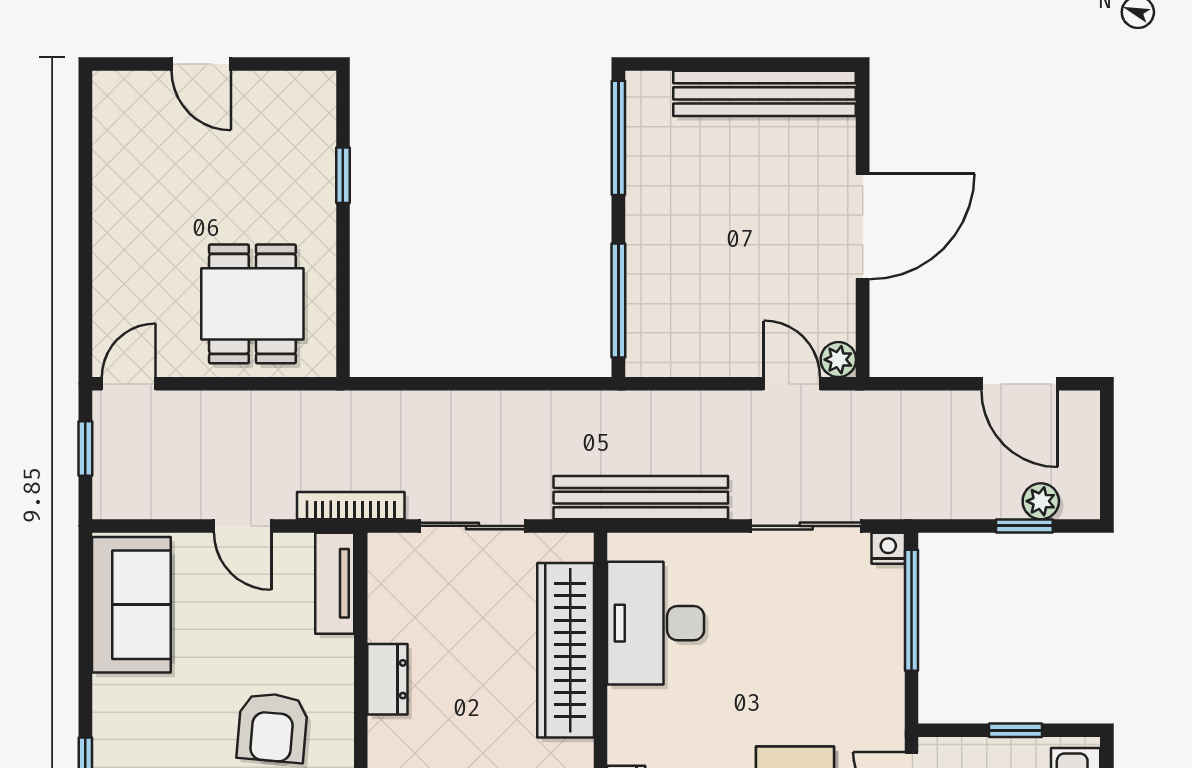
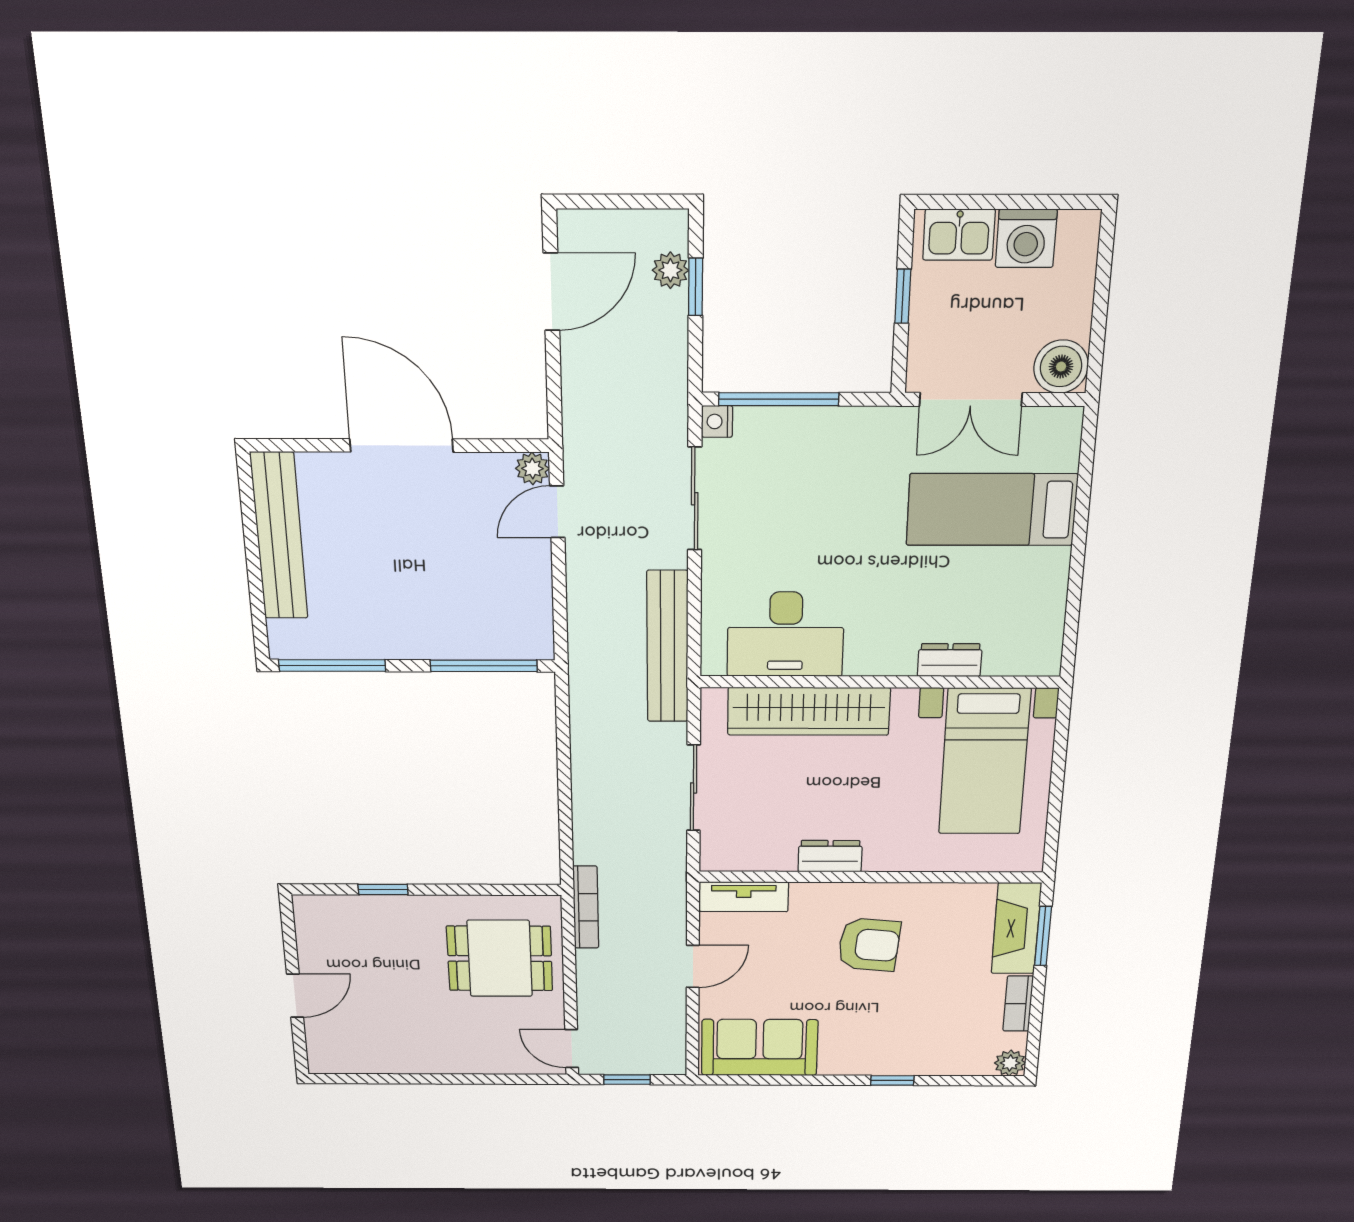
bookcase: (351, 506) -> (586, 907), moved, turned 180

